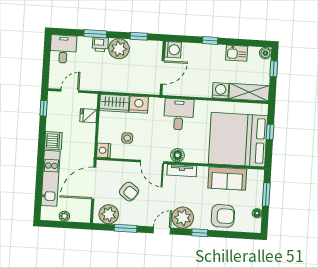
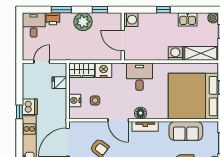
printer: (100, 44) -> (53, 19), moved
door: (162, 72) -> (123, 40), swing flipped
window: (44, 108) -> (19, 112), moved
nightstand: (104, 150) -> (75, 100), moved

